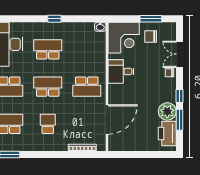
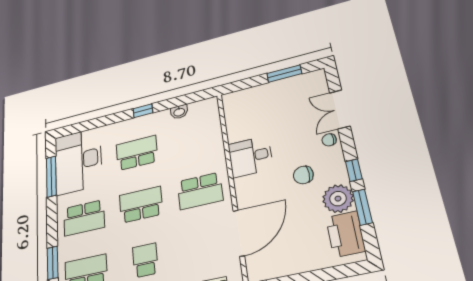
washbasin: (100, 27) -> (179, 112), moved
chair: (151, 36) -> (303, 175), moved
corner desk: (124, 38) -> (247, 109), removed

